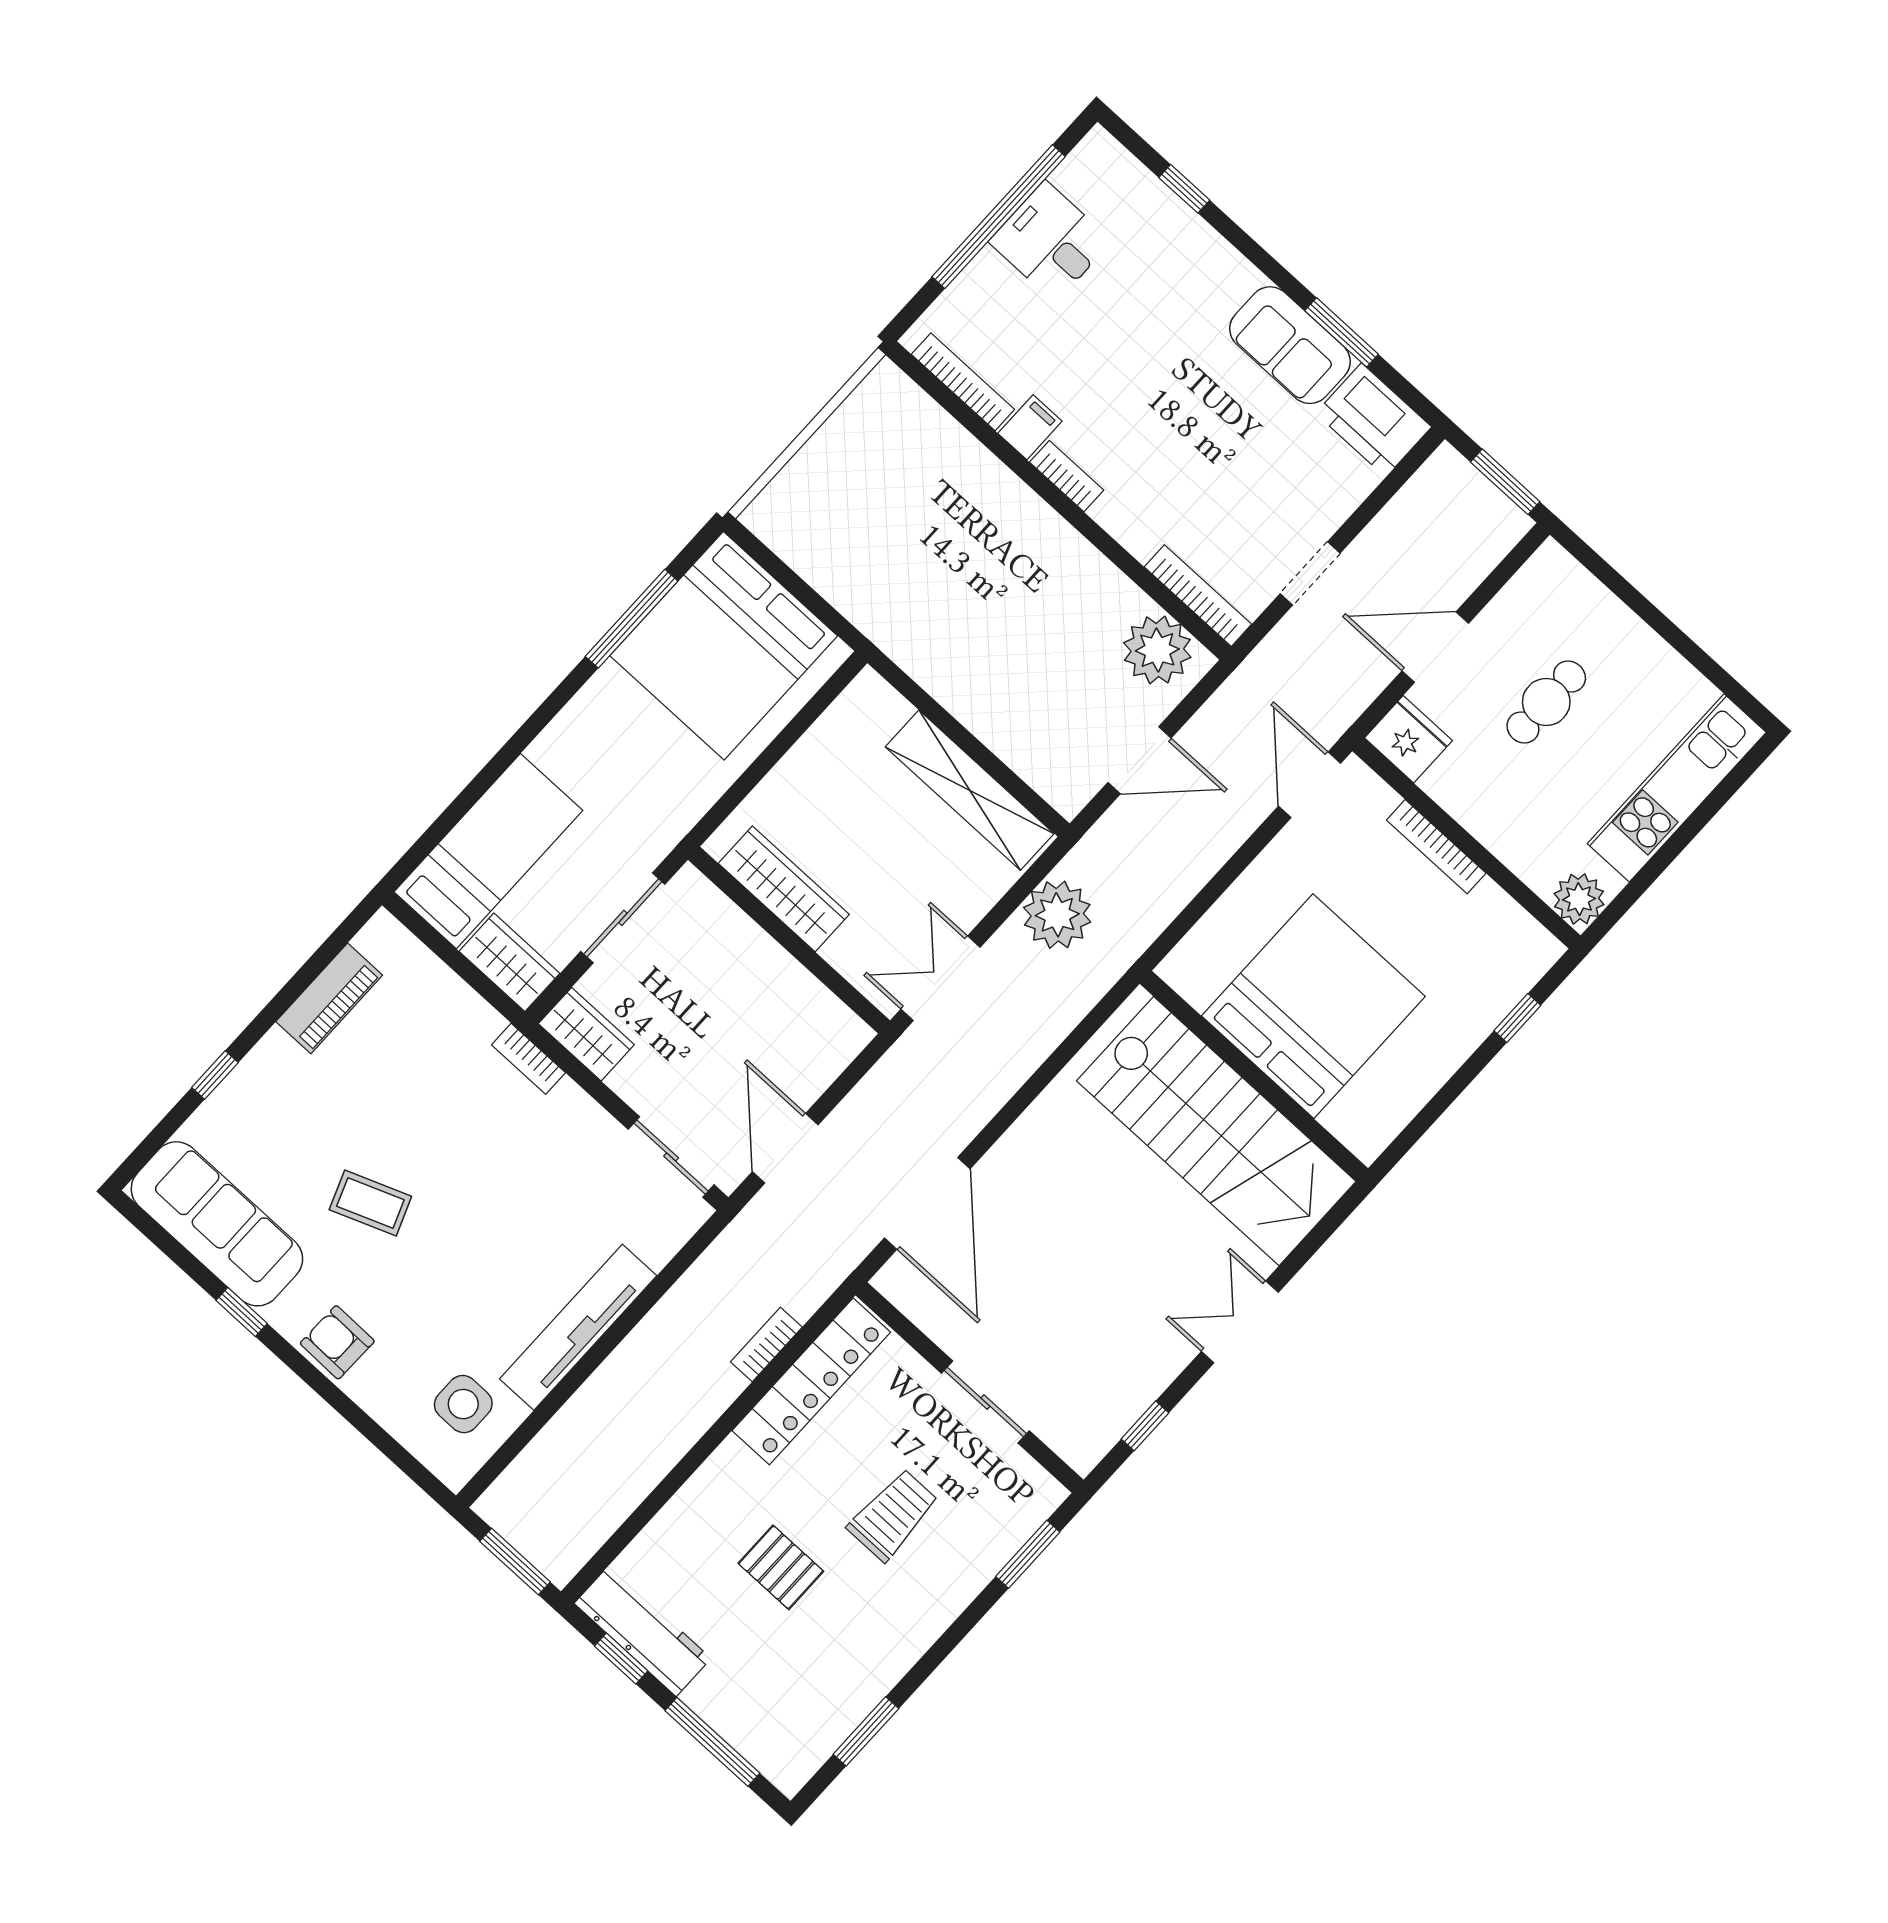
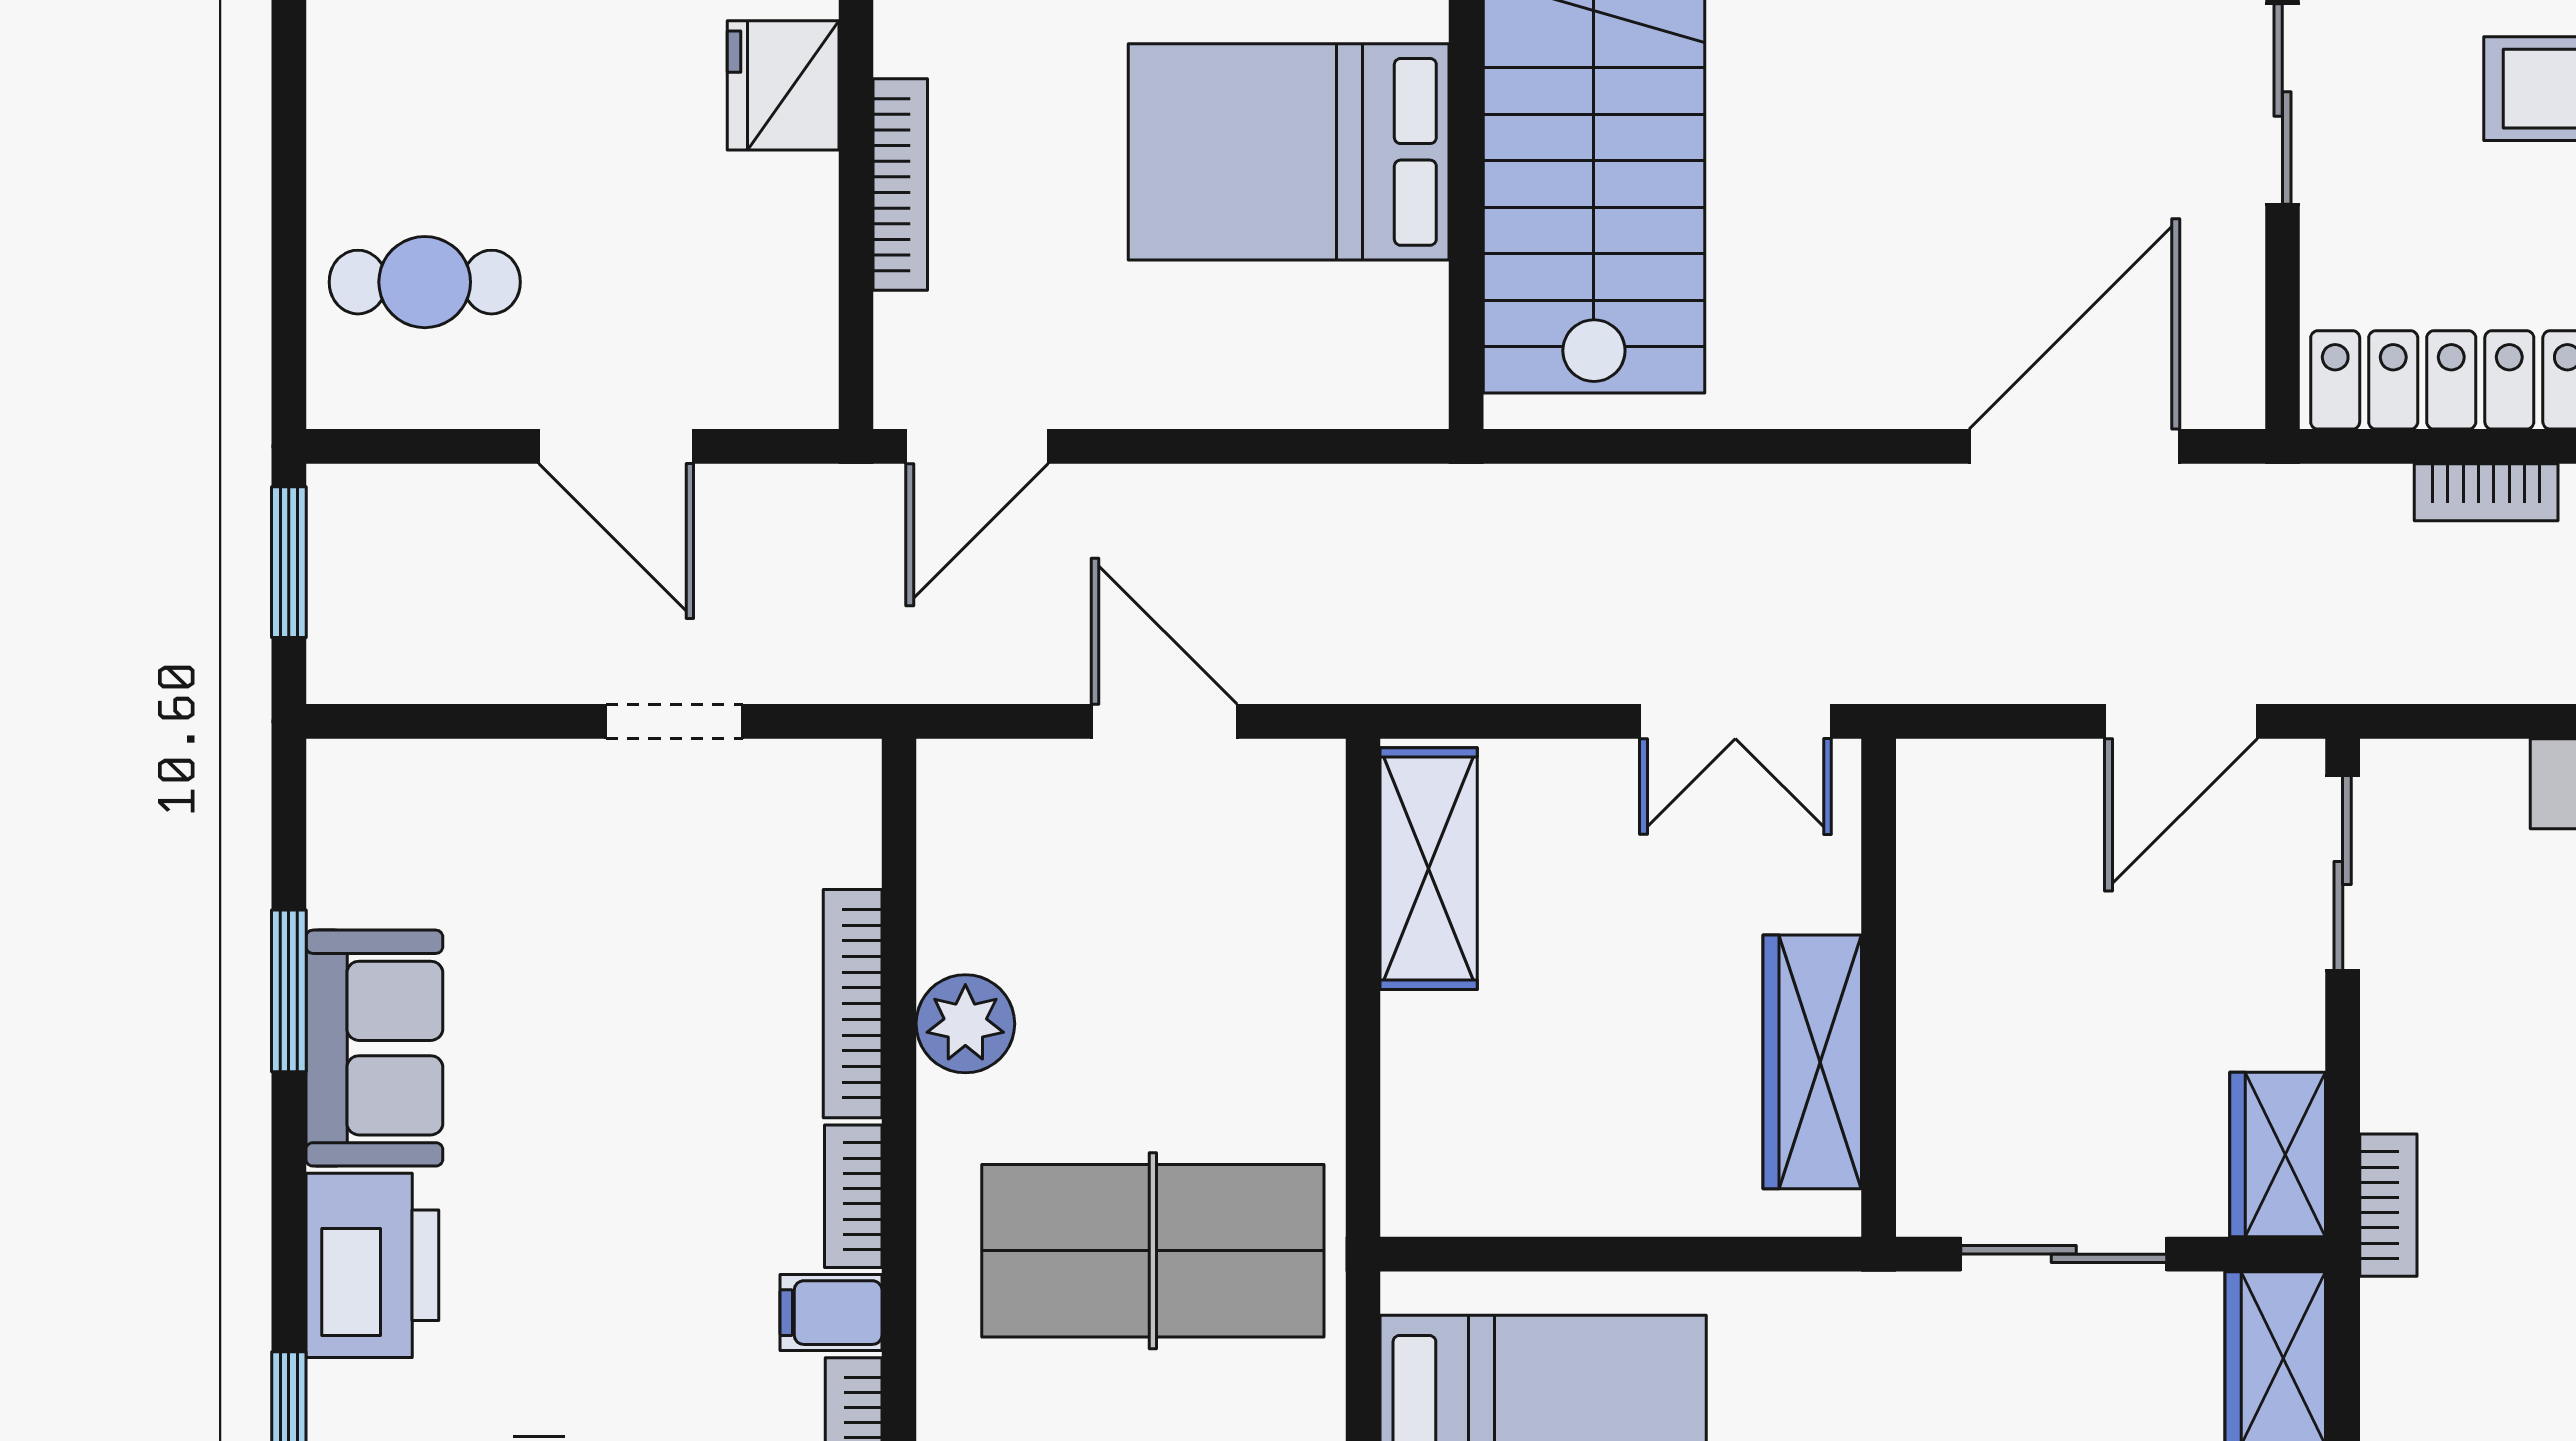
printer: (1374, 420) -> (372, 1265), moved
table tennis table: (941, 571) -> (1153, 1251), added
bookcase: (1198, 596) -> (853, 1004), moved
plant: (1157, 650) -> (965, 1024), moved, width x0.73, depth x0.73
cafe table: (1546, 702) -> (425, 282), moved
fridge: (1408, 739) -> (783, 85), moved
shelving: (970, 790) -> (1429, 869), width x0.68
plant: (1057, 915) -> (1492, 637), removed
bed: (1313, 1006) -> (1289, 152), width x0.73

